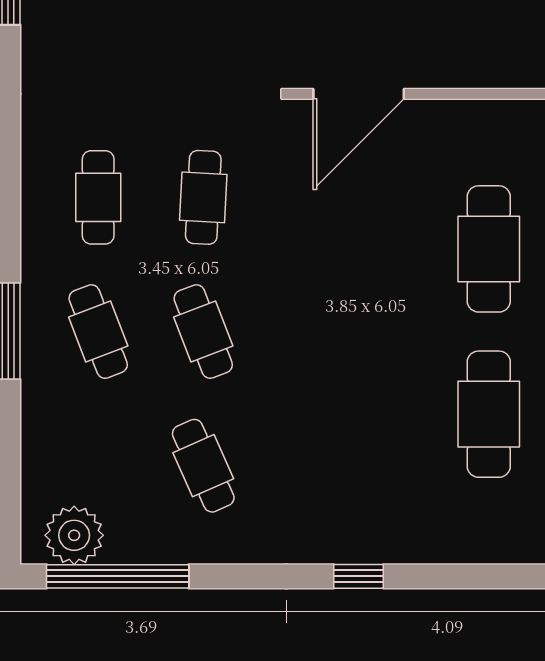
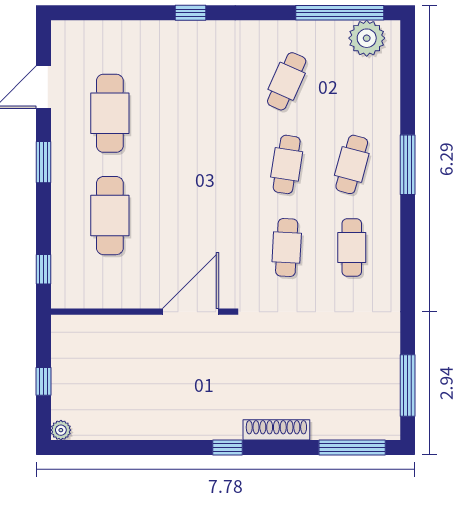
cafe table: (98, 332) -> (352, 164), turned 36
cafe table: (203, 332) -> (287, 164), turned 30
cafe table: (203, 466) -> (287, 81), turned 48

